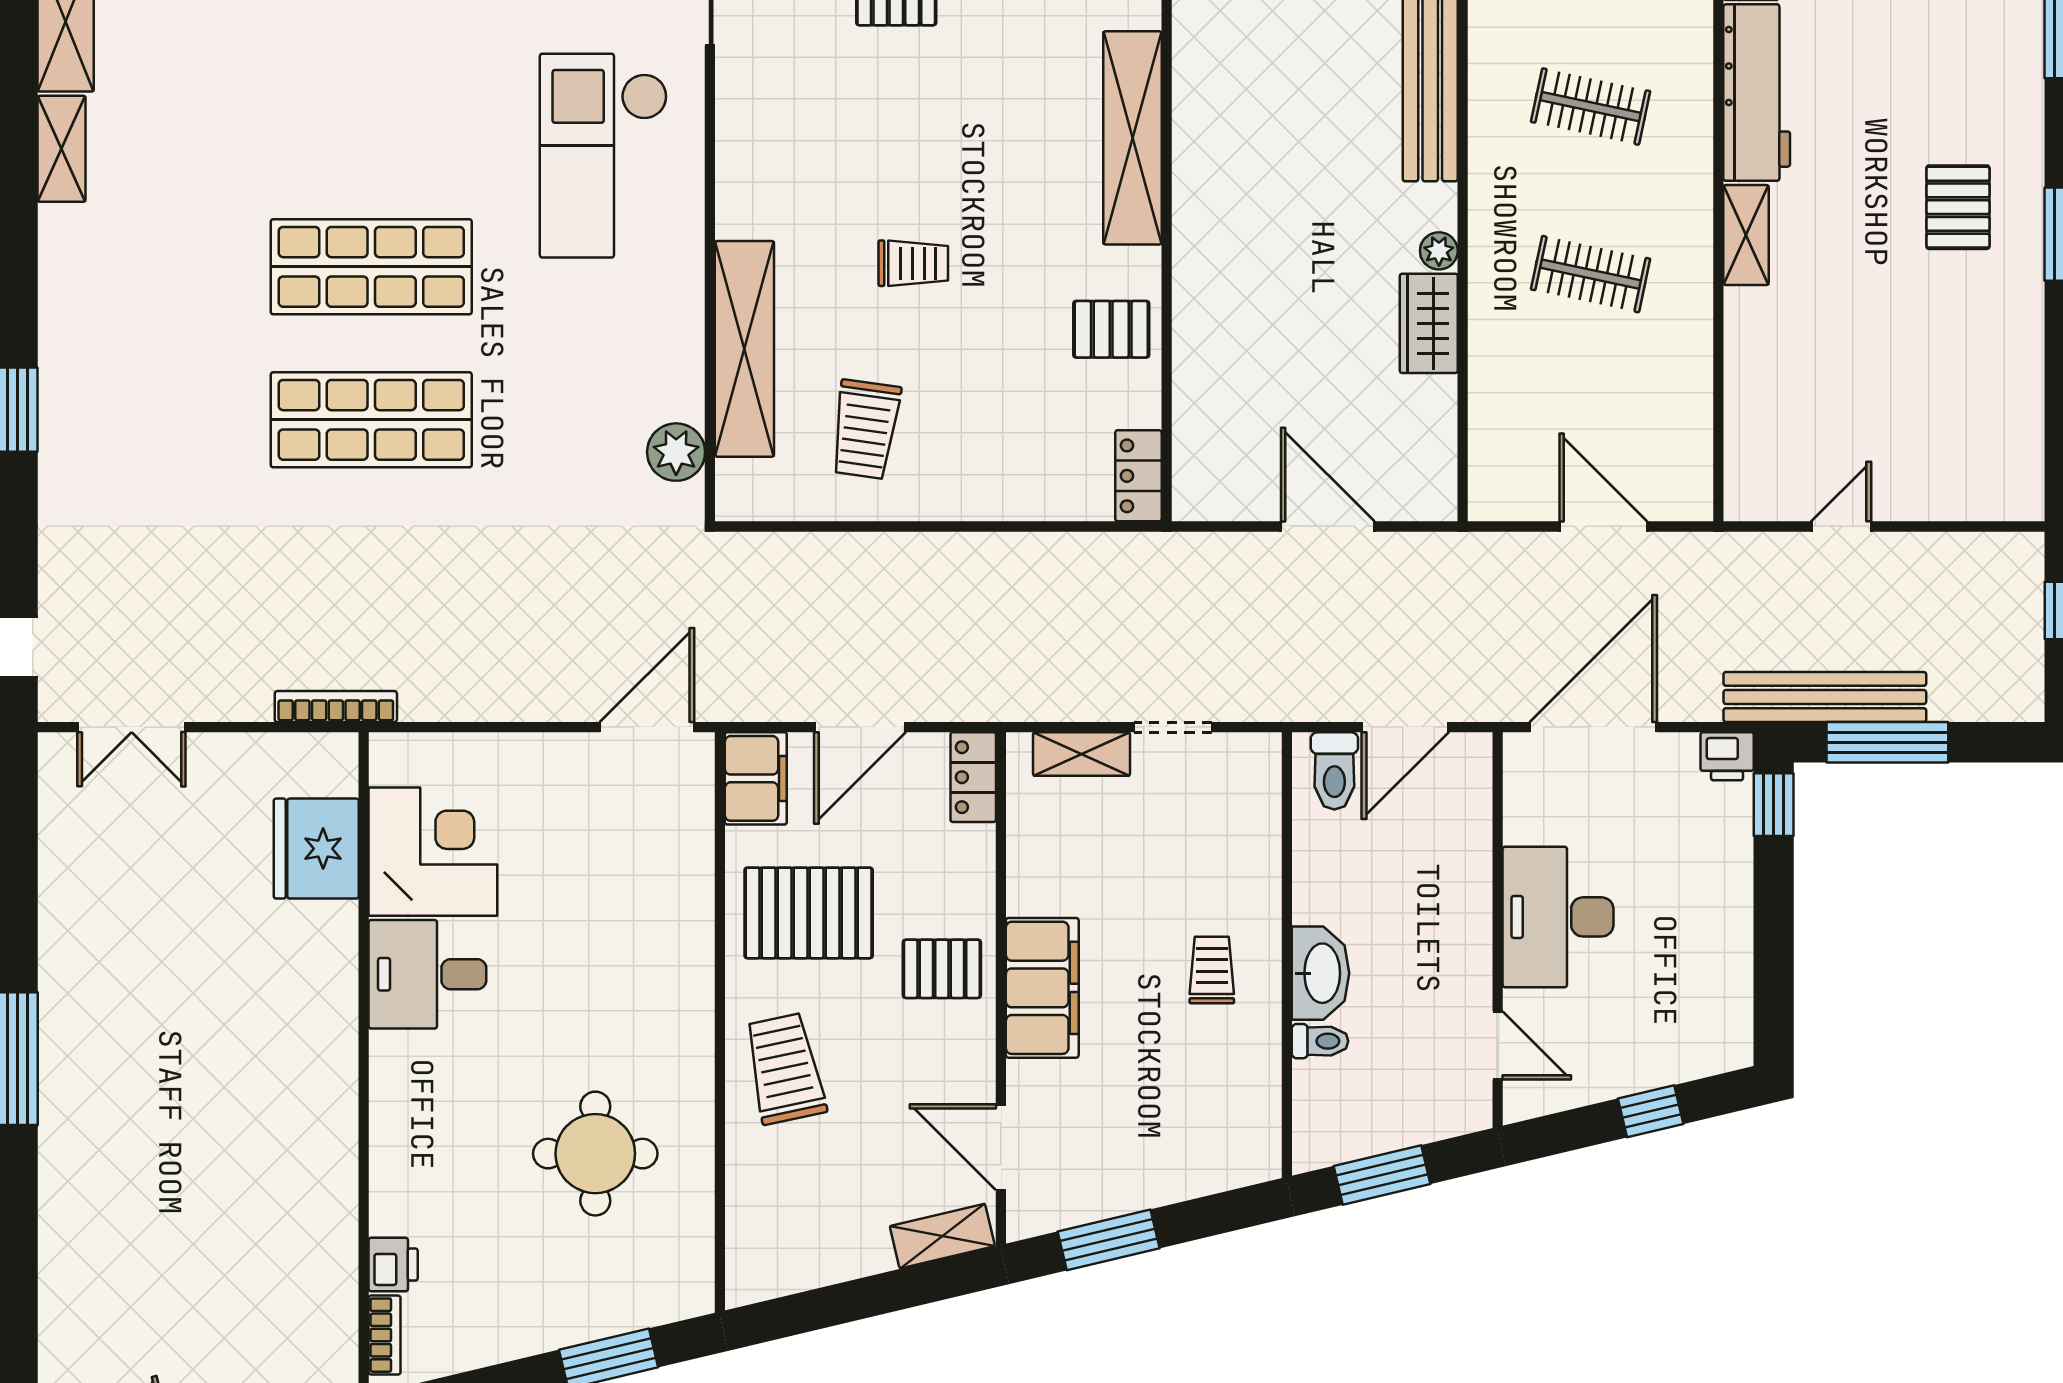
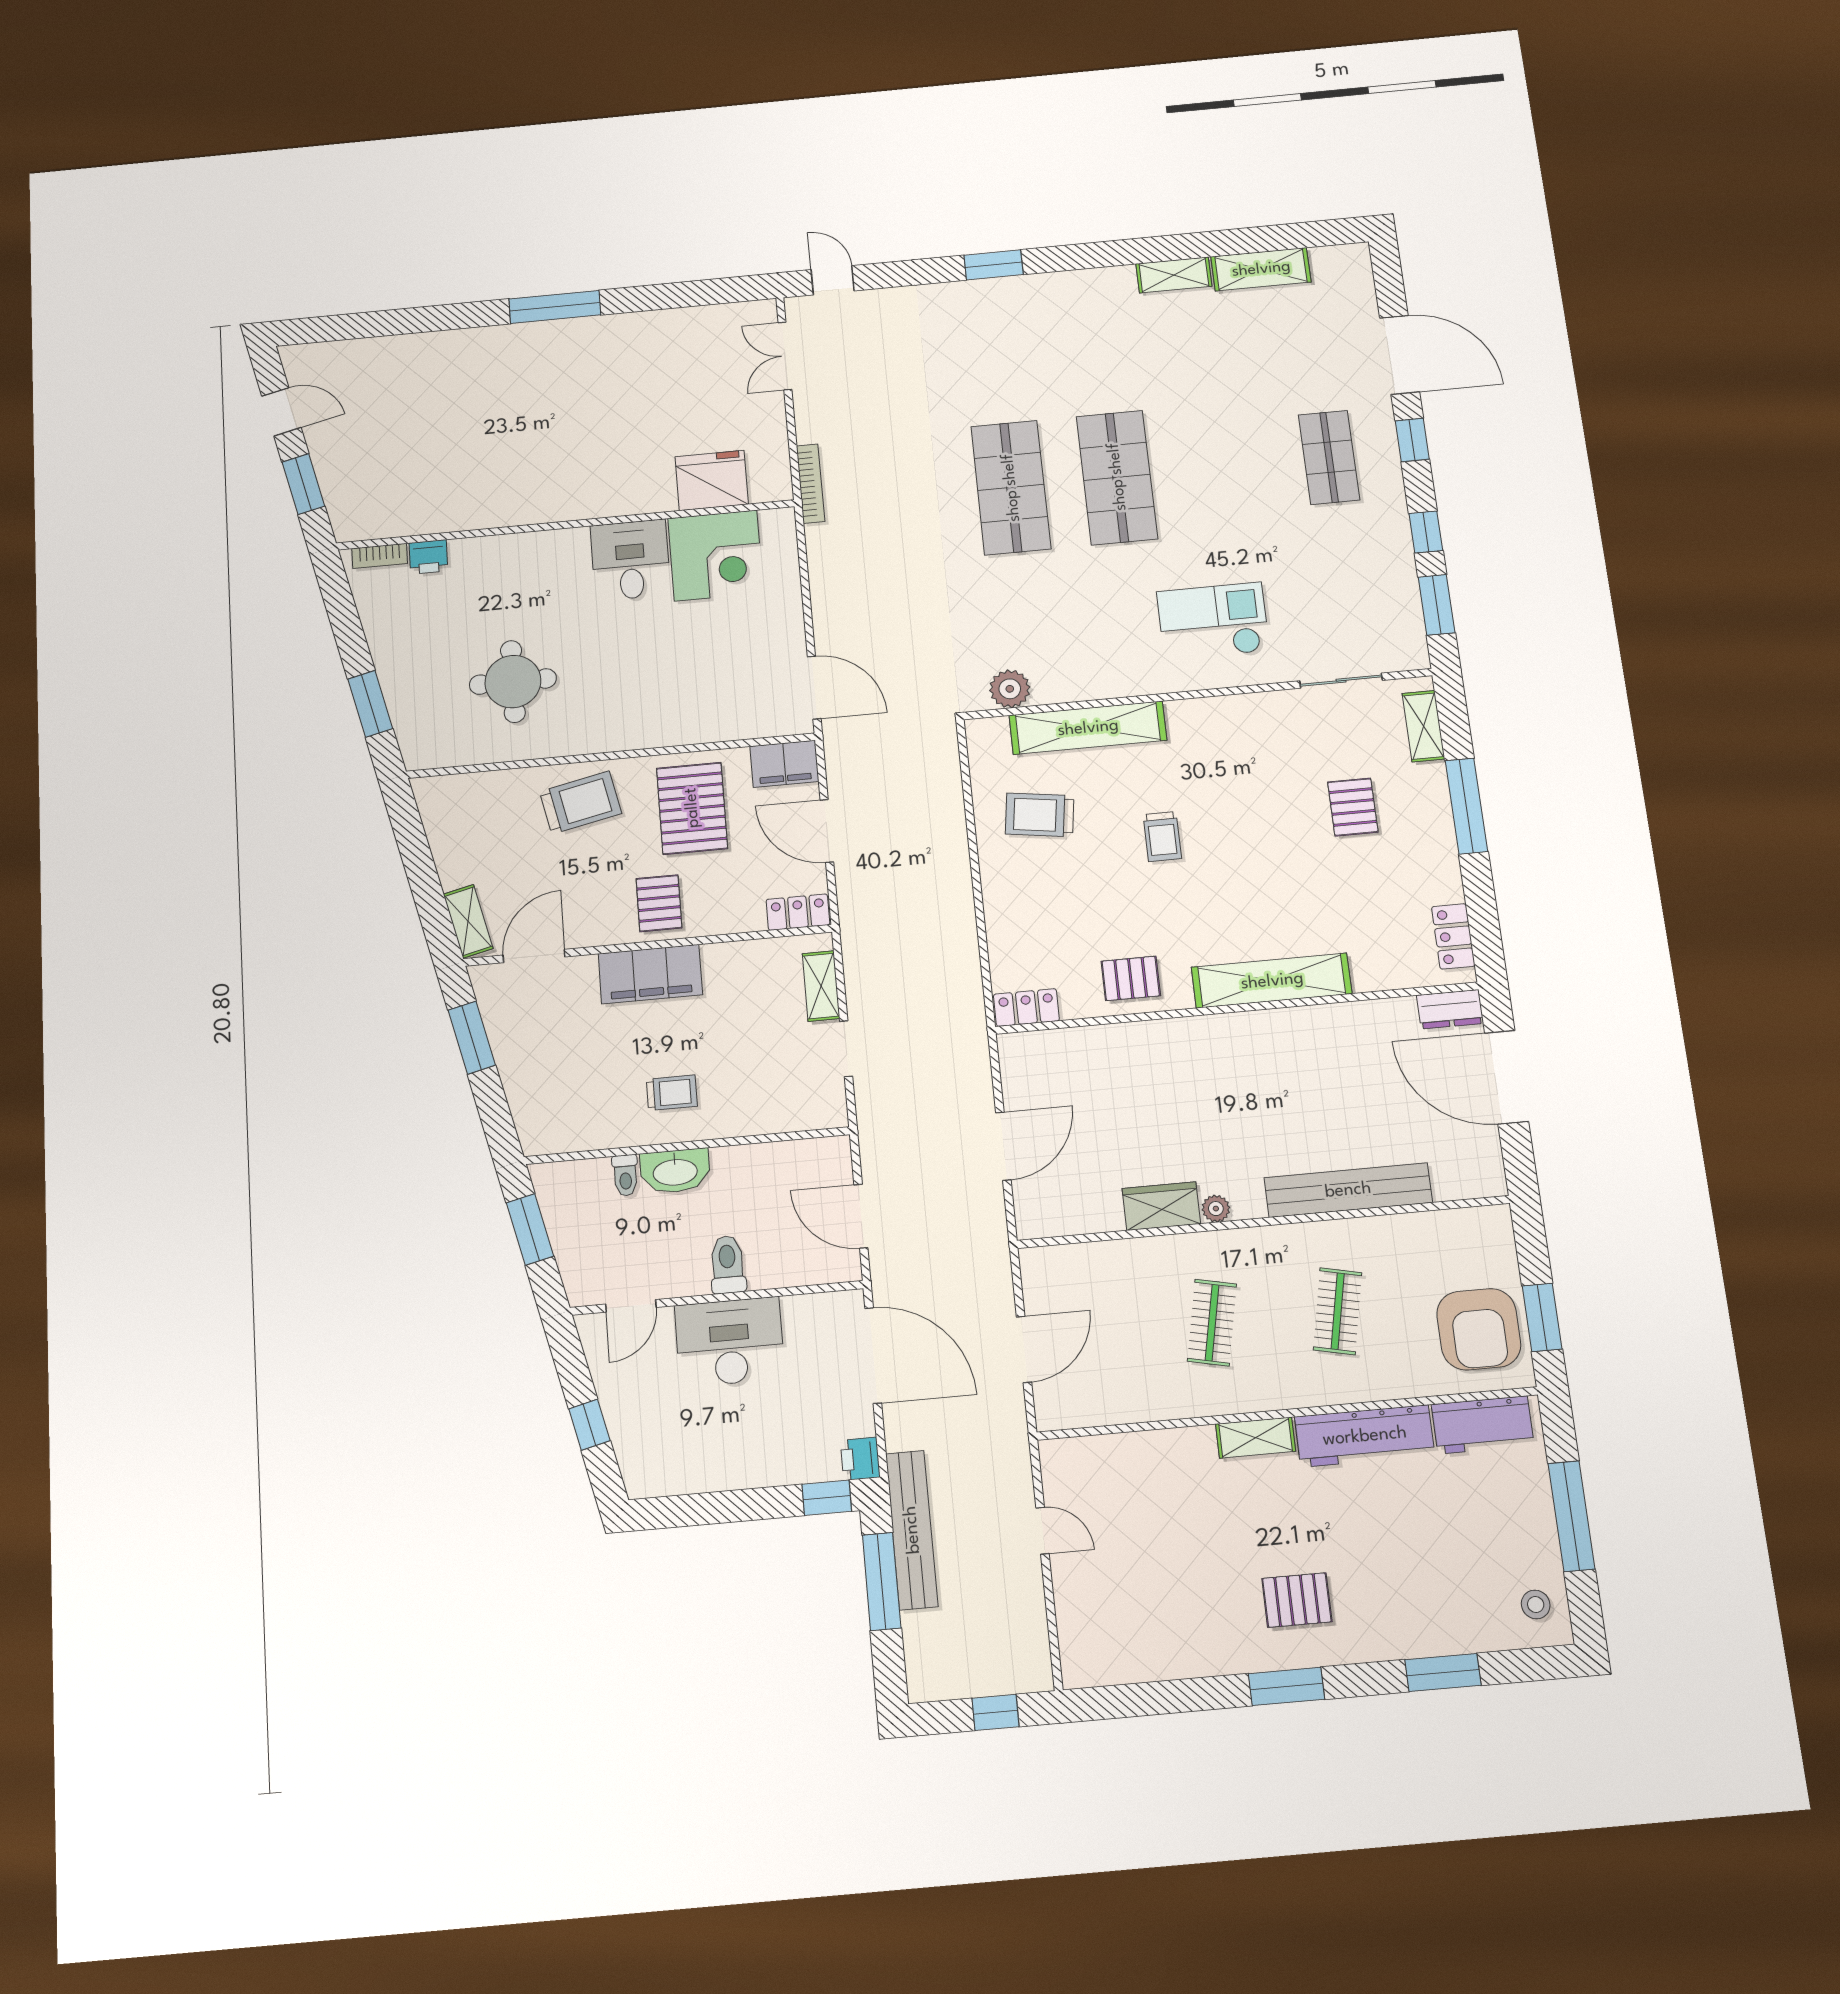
checkout: (604, 156) -> (1213, 621), width x0.73, depth x0.83
pallet: (1111, 329) -> (1131, 978), turned 90
toilet: (1334, 771) -> (728, 1264), moved, turned 90

